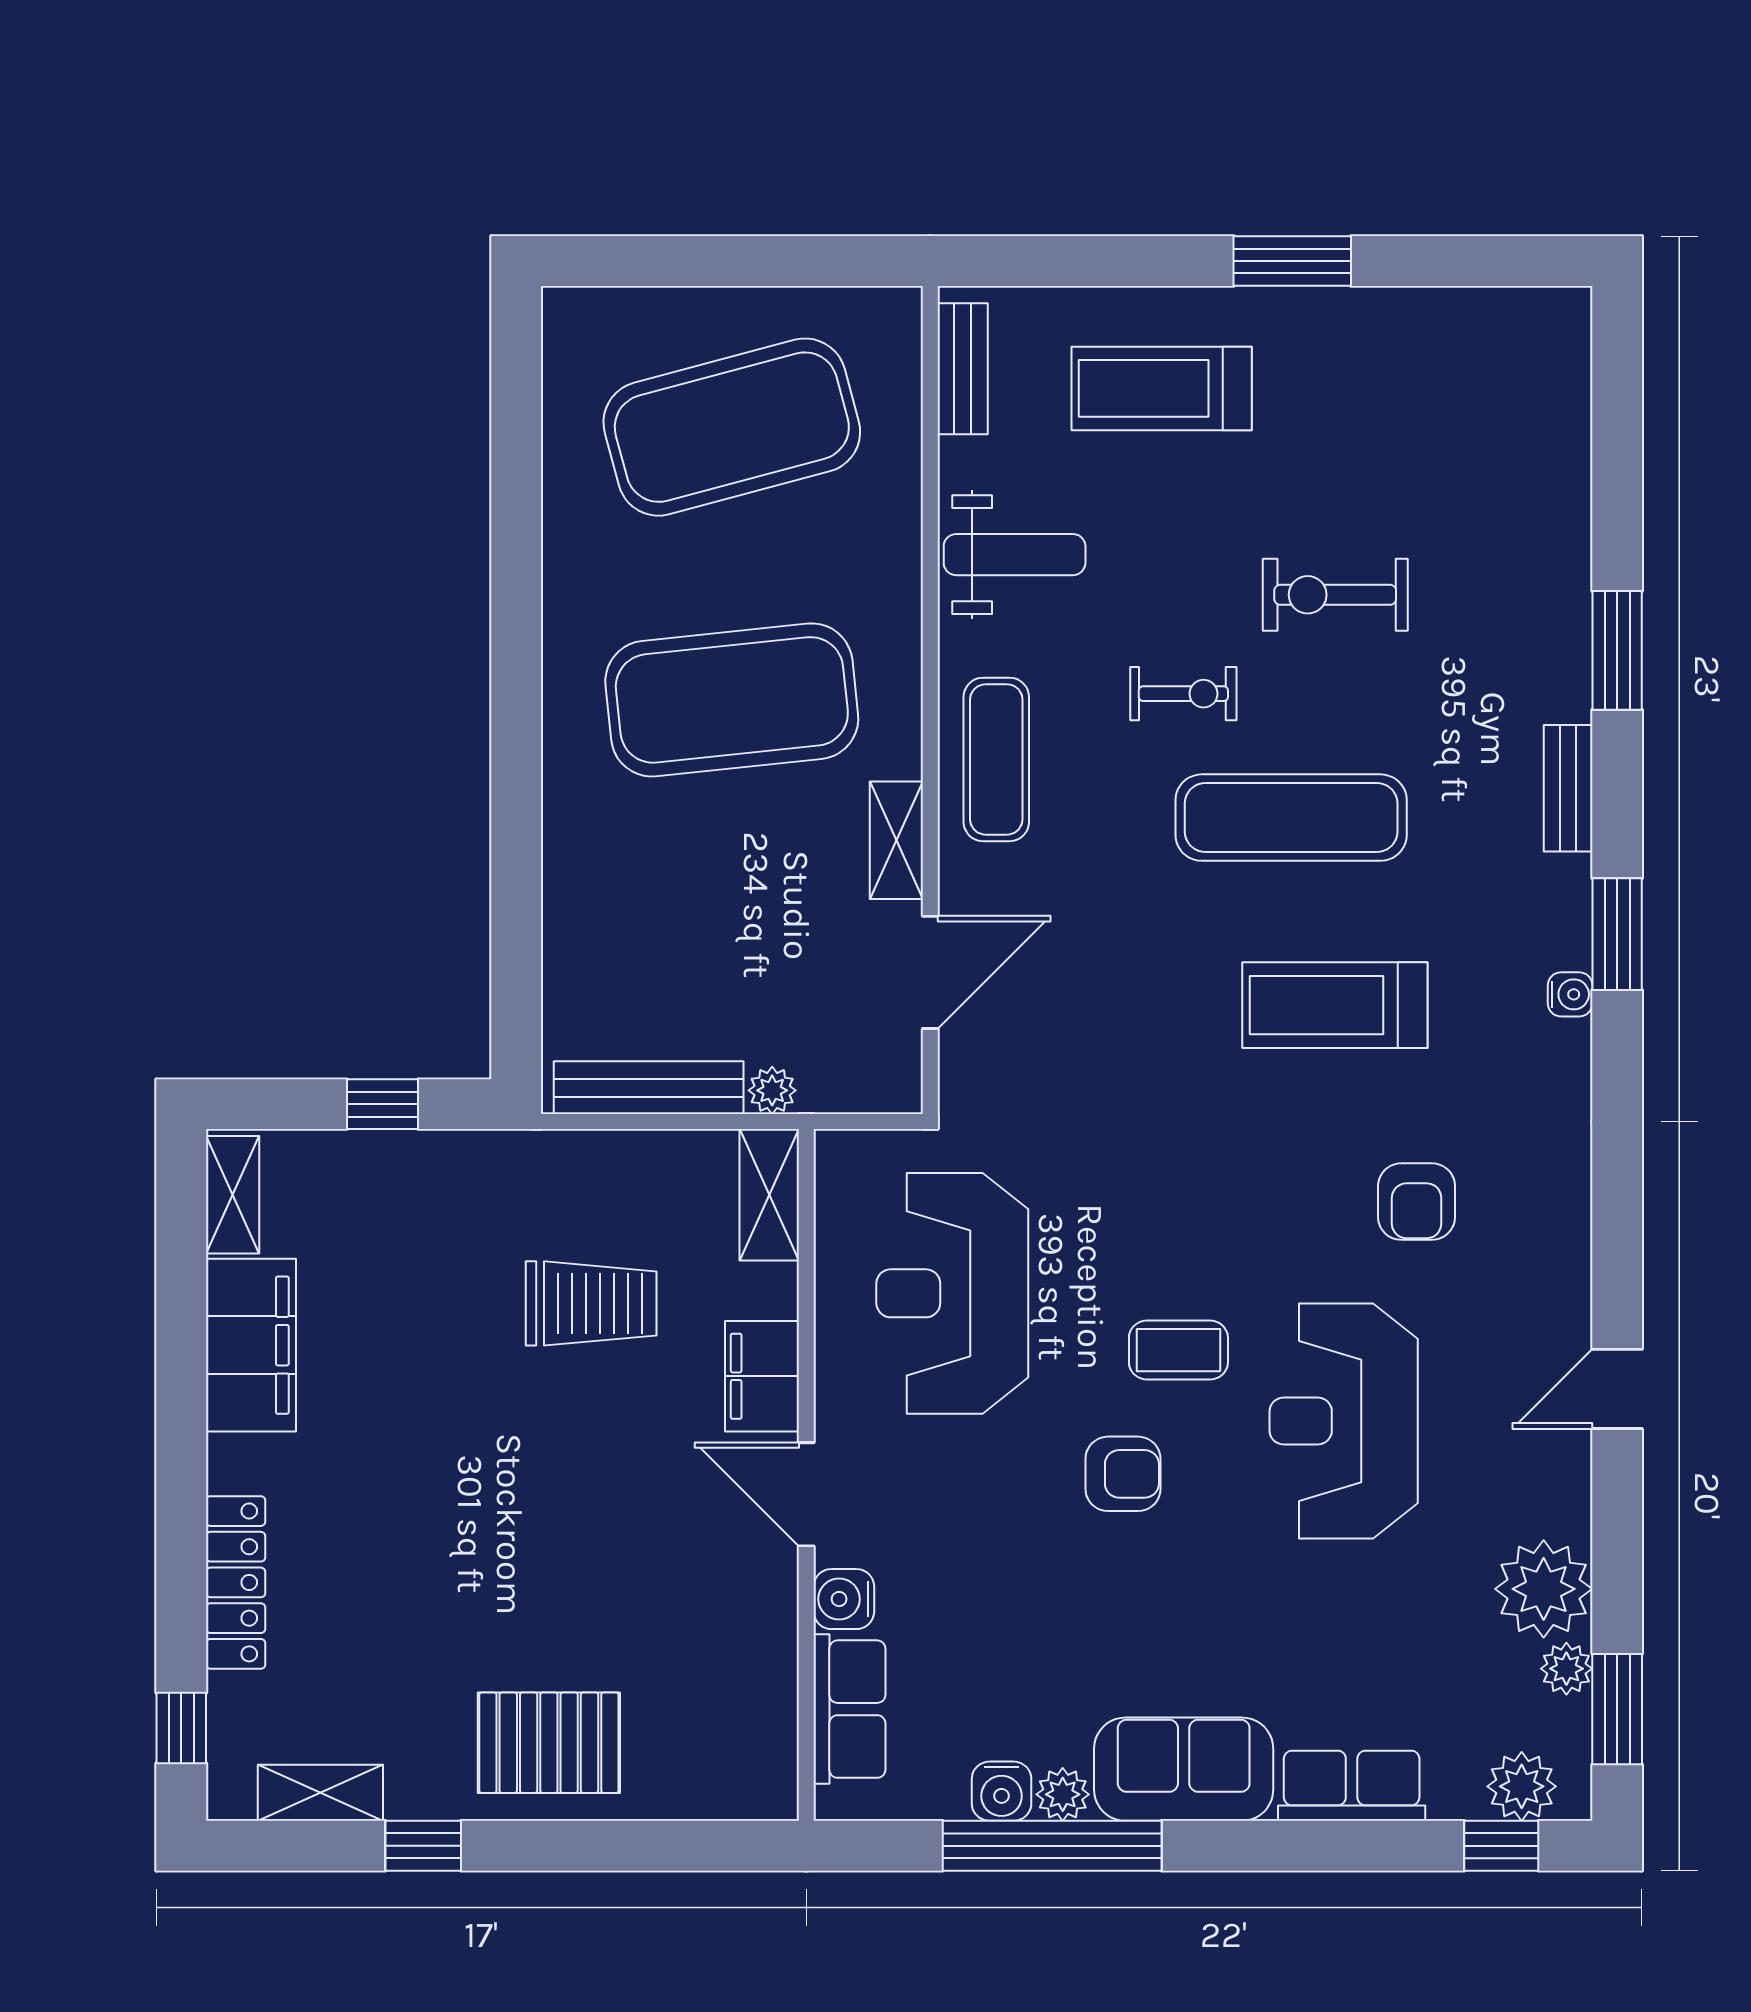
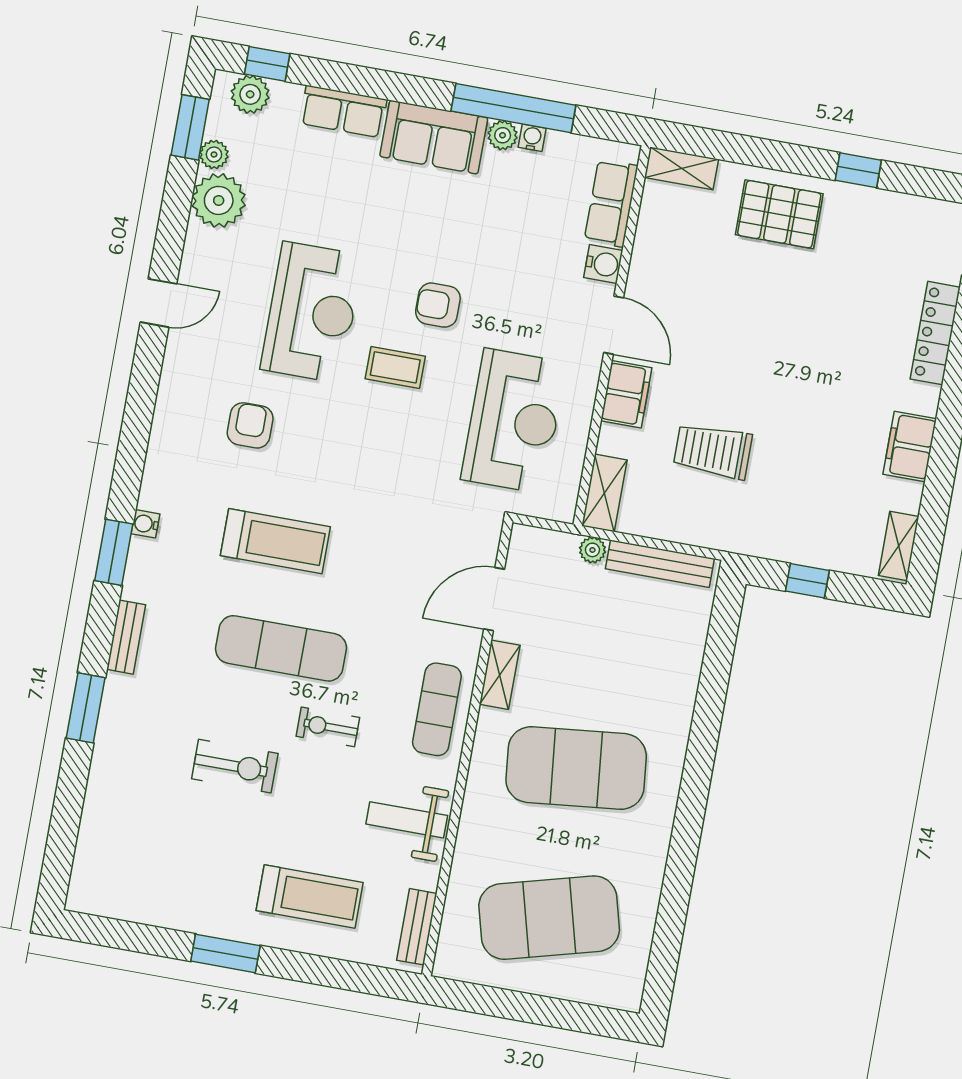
filing cabinet: (251, 1345) -> (910, 446), width x0.67, depth x0.86
water cooler: (1002, 1791) -> (532, 138), width x0.72, depth x0.72
shelving: (320, 1793) -> (681, 168), moved

